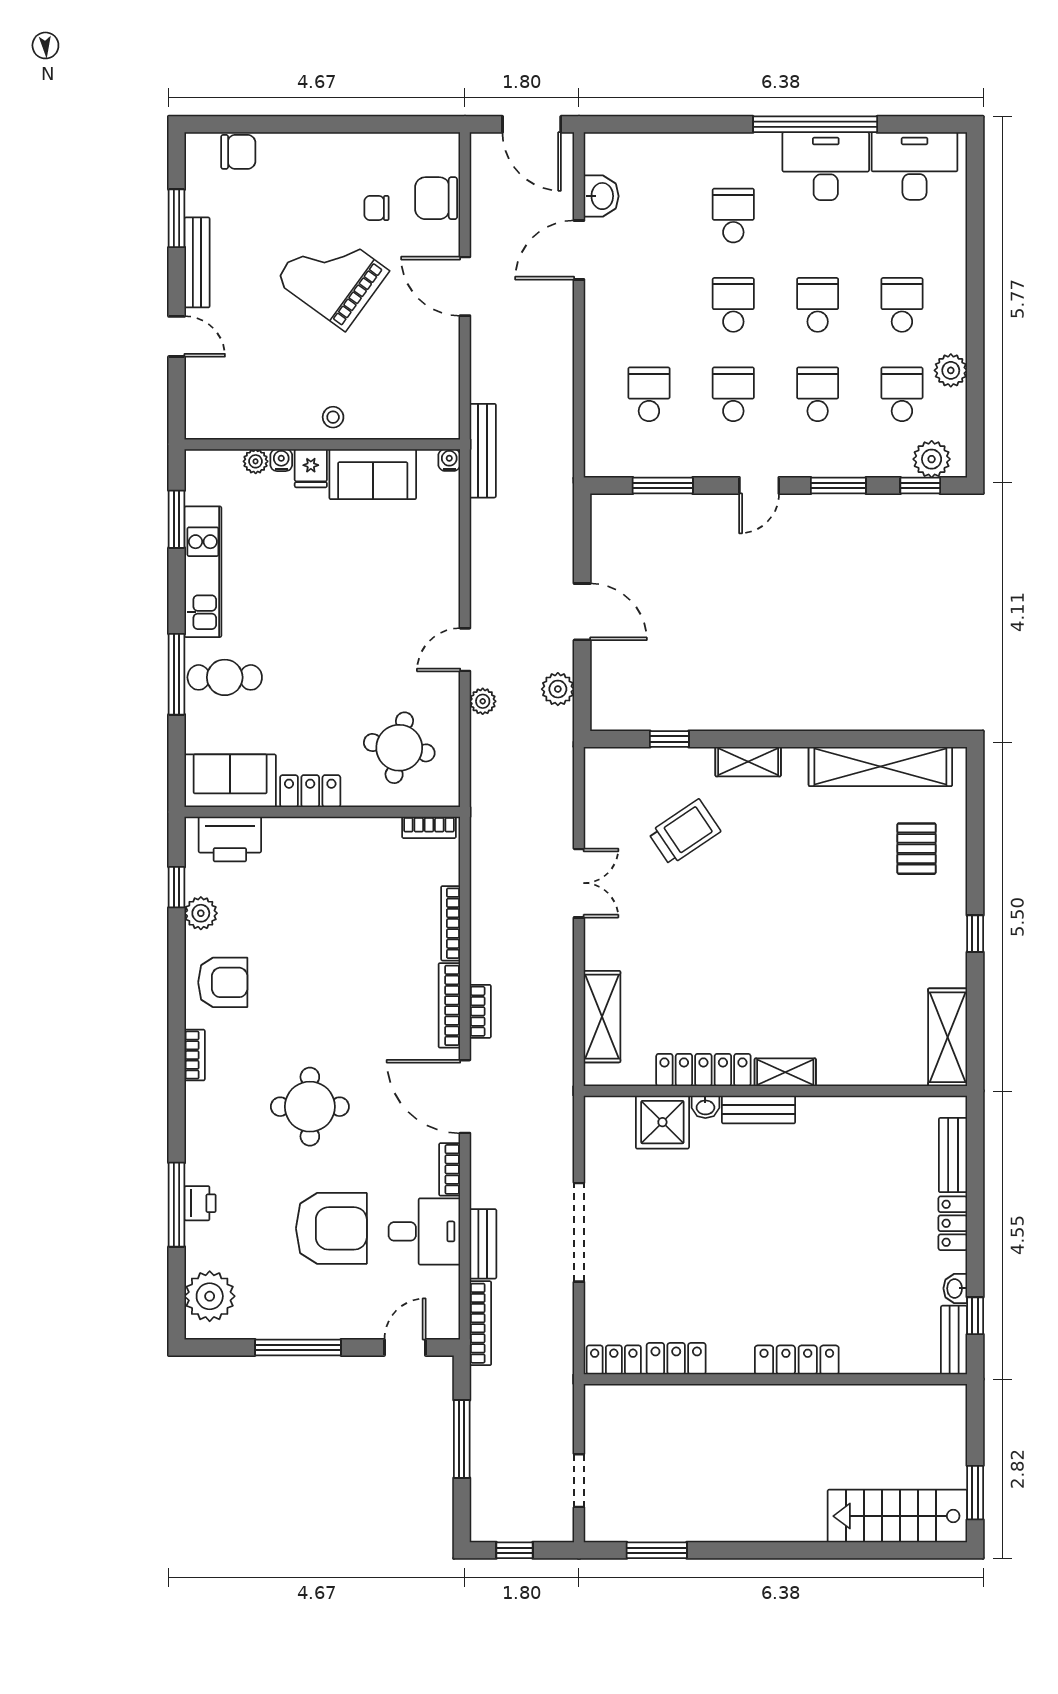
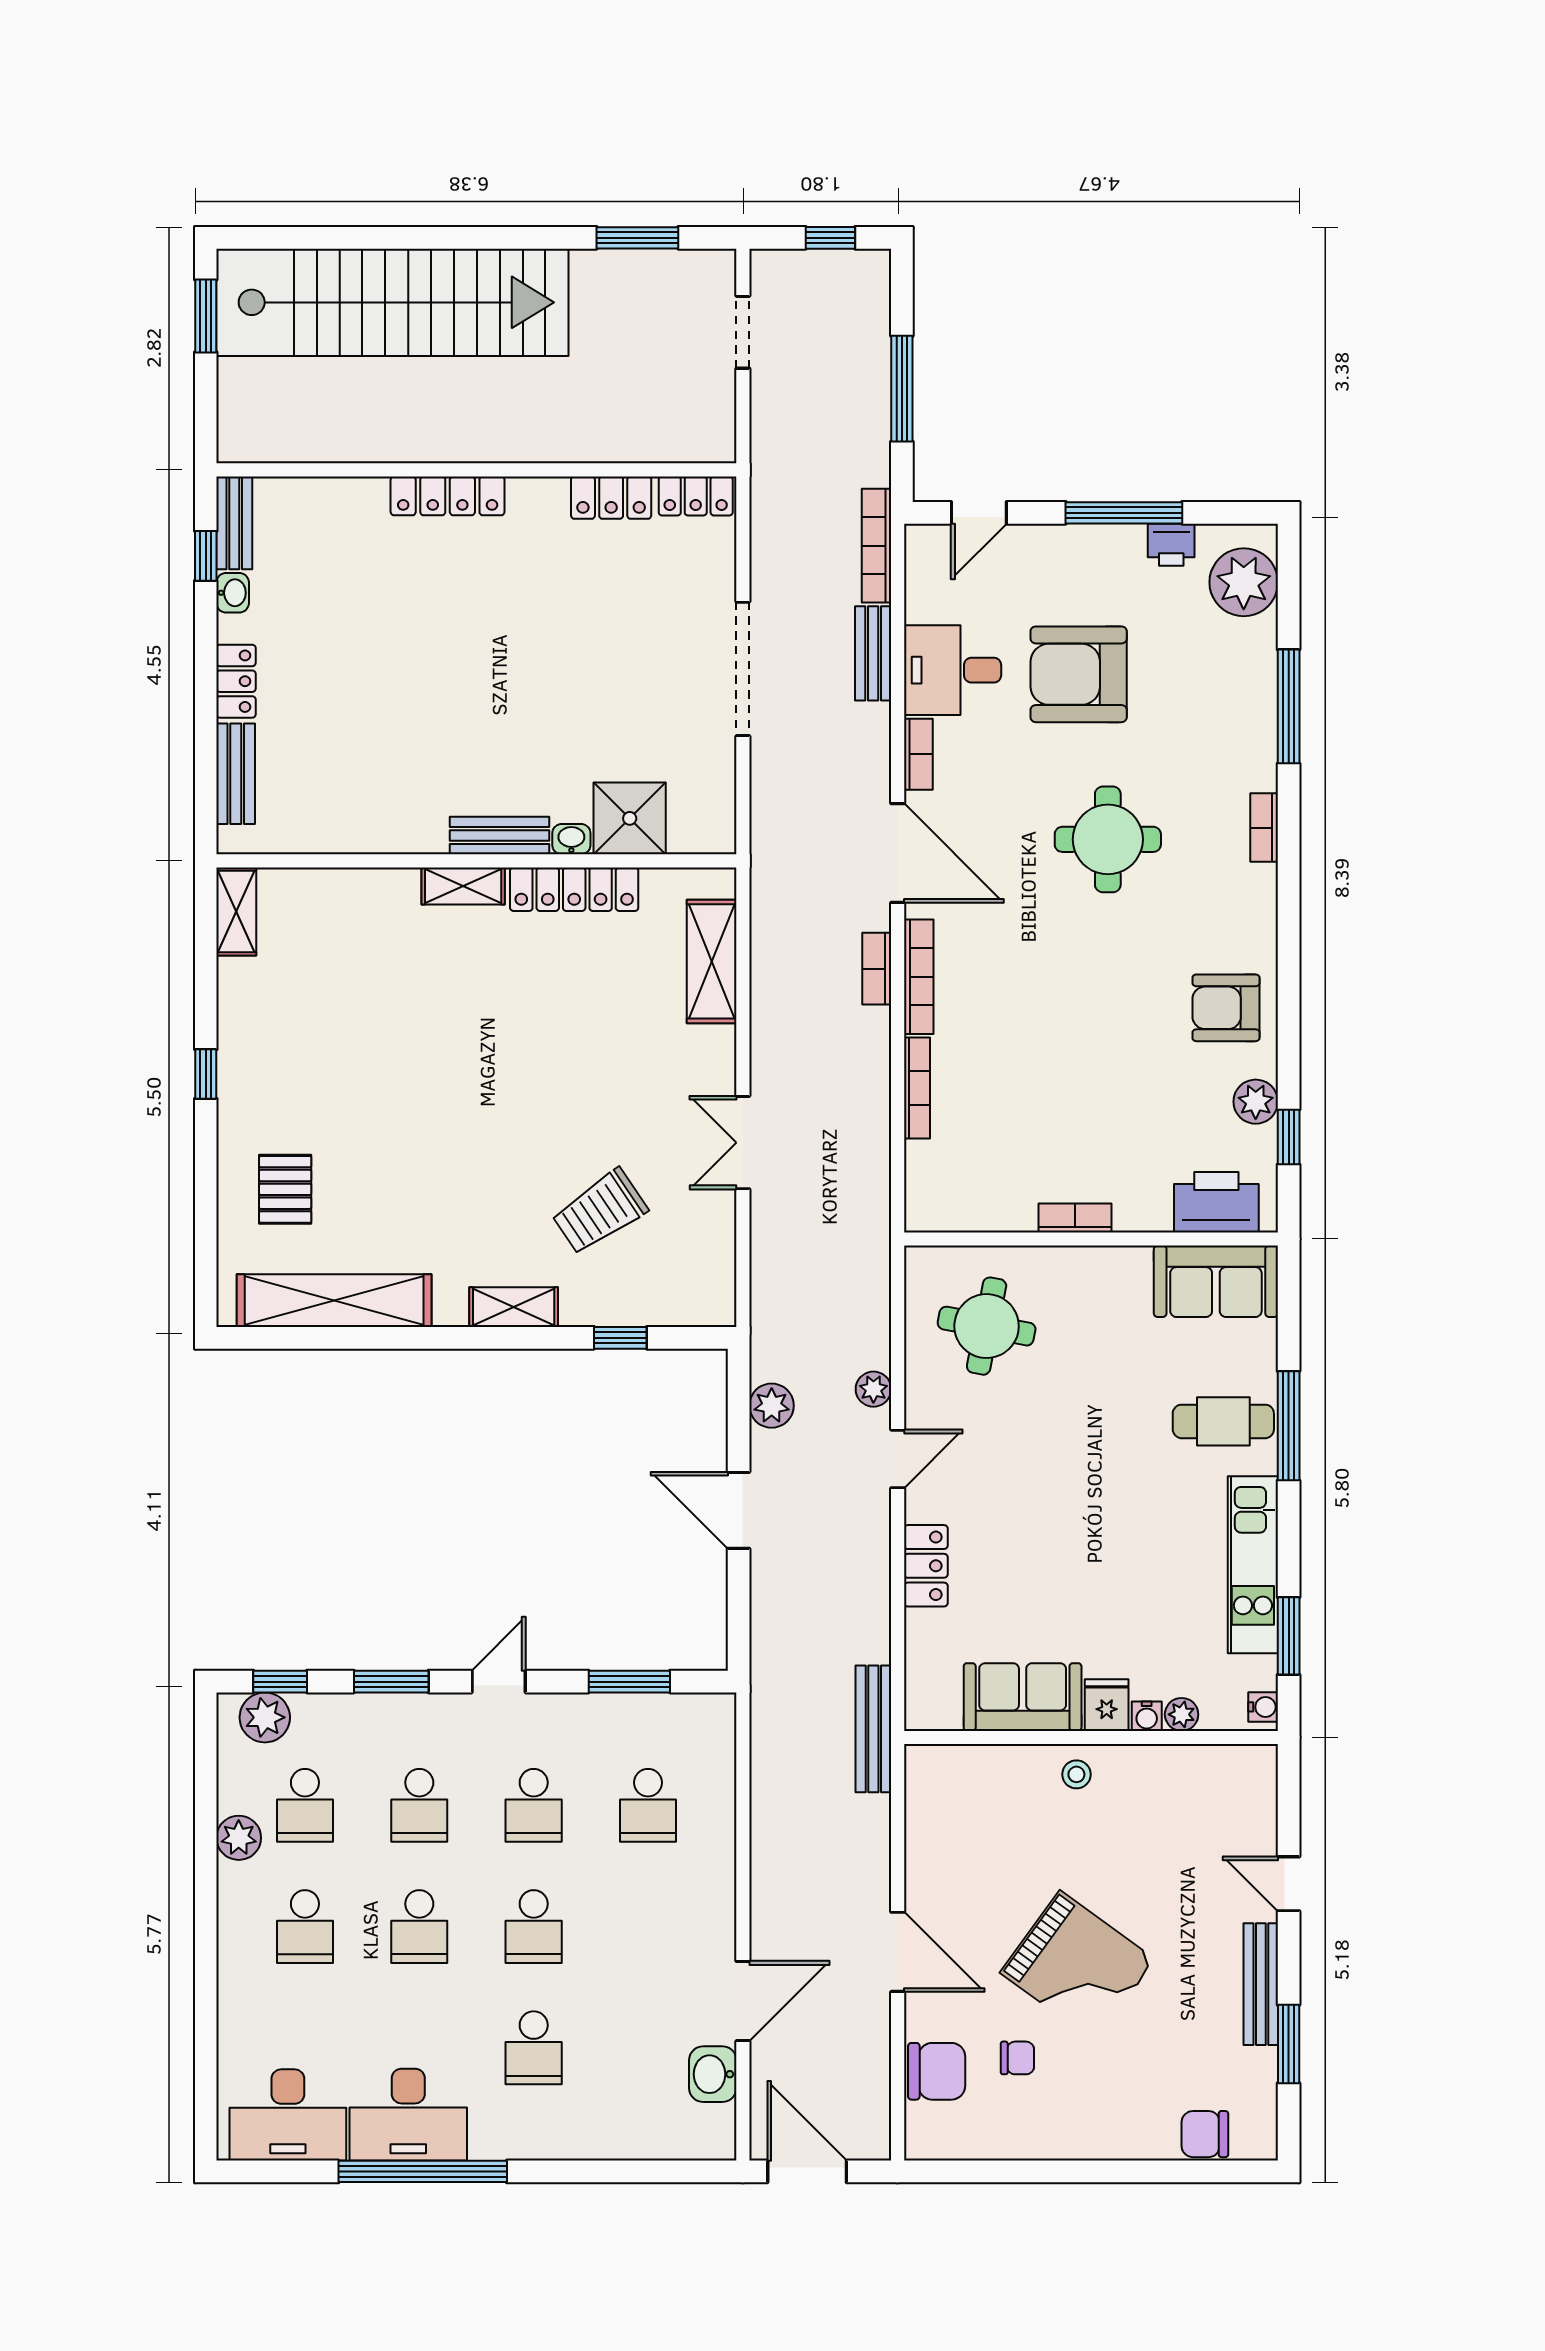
water cooler: (449, 460) -> (1263, 1707), moved, turned -90
locker: (310, 791) -> (926, 1566), moved, turned -90
bookcase: (429, 827) -> (1075, 1218), moved
shelving: (948, 1037) -> (236, 911), width x0.67, depth x0.75
bookcase: (195, 1055) -> (1264, 828), moved
printer: (200, 1203) -> (1171, 545), moved, turned -90
stairs: (897, 1516) -> (392, 302), width x1.86, depth x1.51

